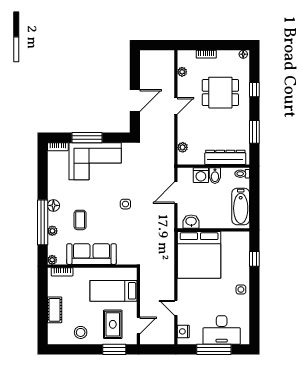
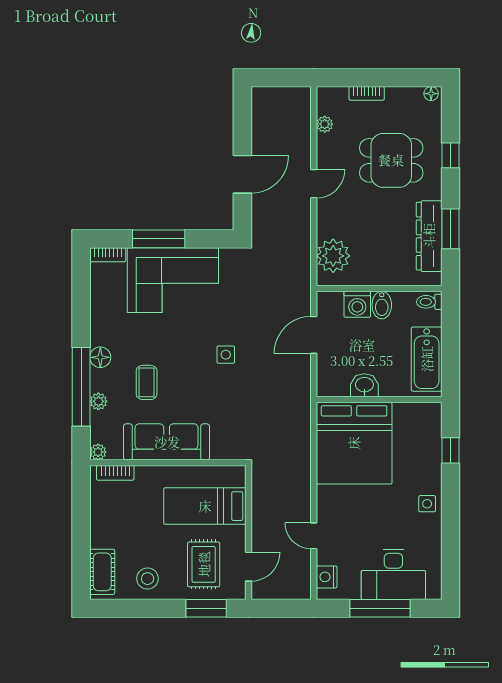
plant: (183, 147) -> (333, 256), width x1.88, depth x1.88
dresser: (225, 157) -> (429, 236), moved, turned -90
washbasin: (191, 222) -> (364, 385), moved
cot: (55, 310) -> (102, 572), moved

